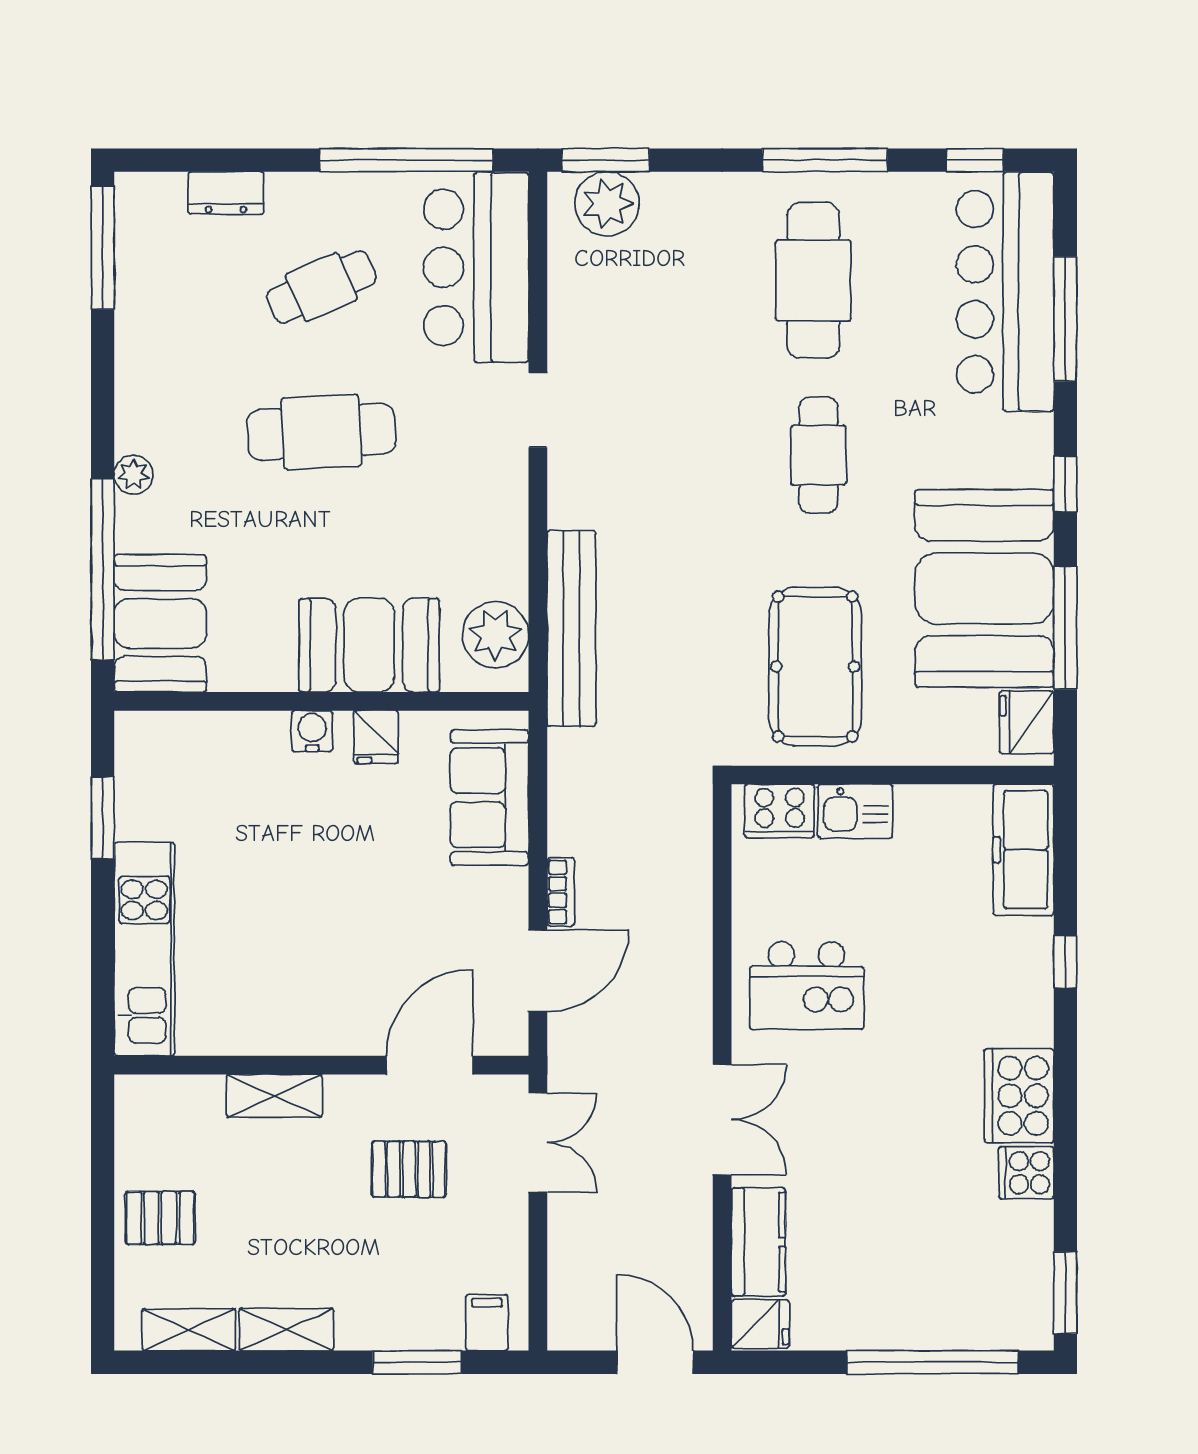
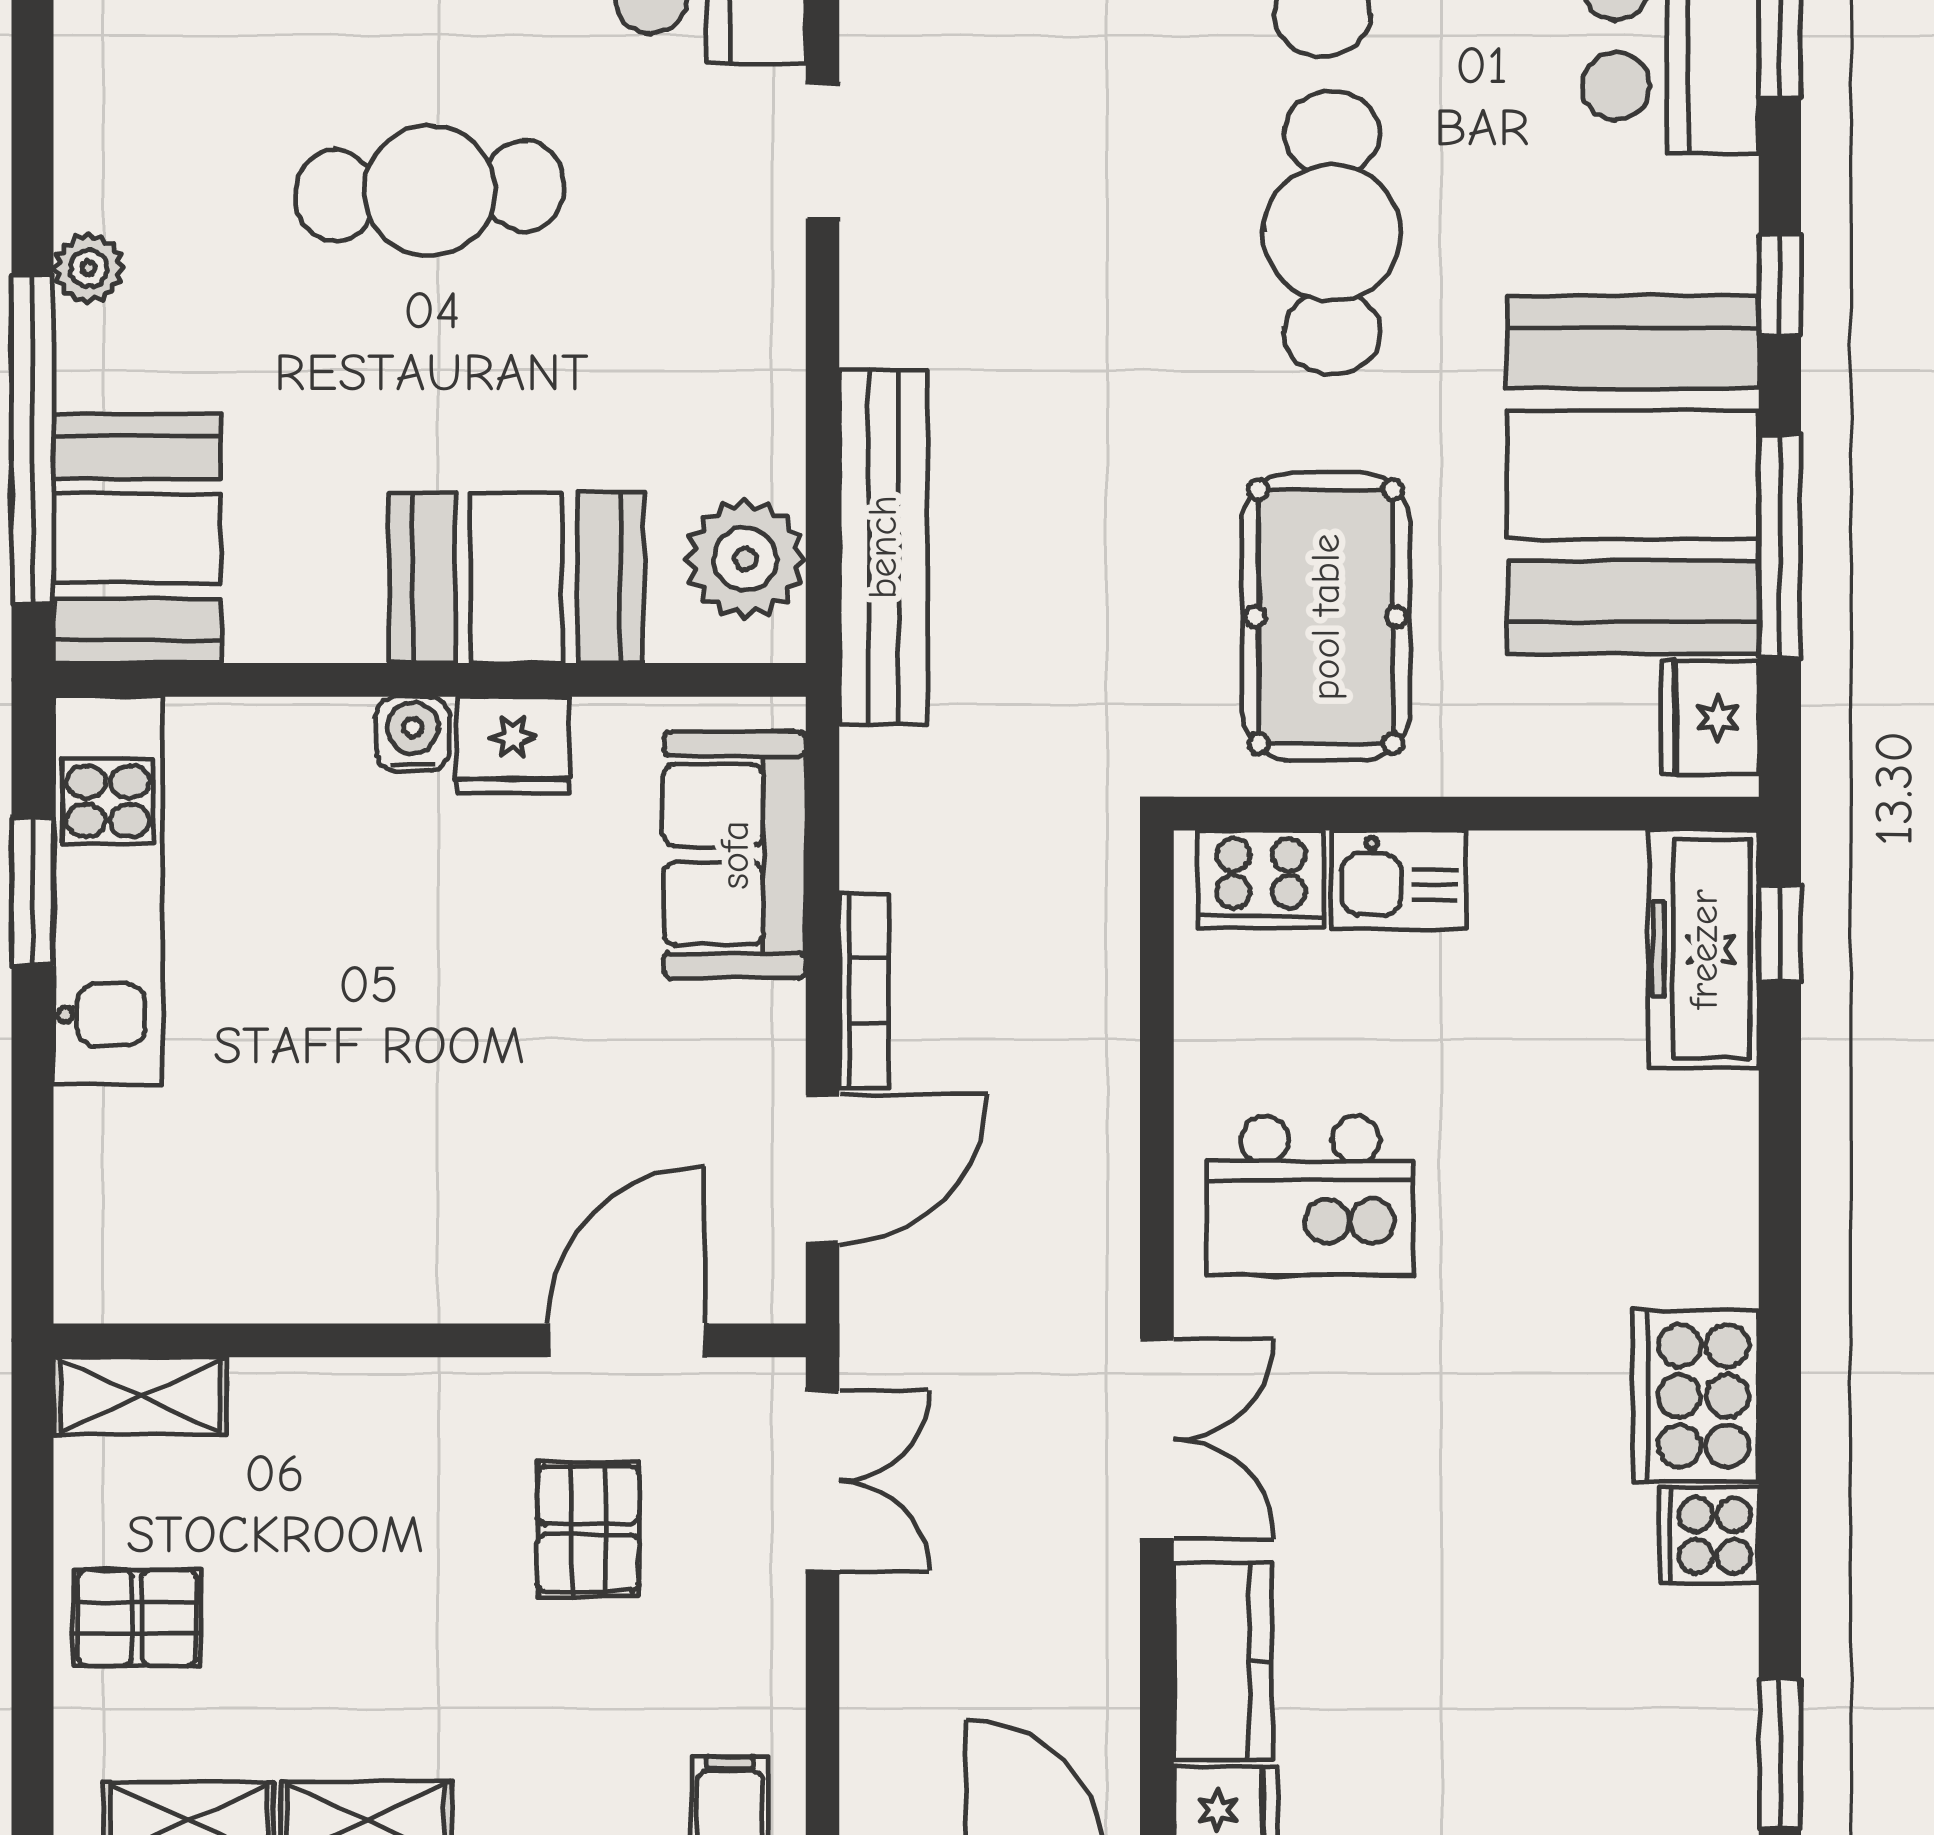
cafe table: (818, 455) -> (1332, 233), width x1.37, depth x1.35
fridge: (376, 737) -> (513, 745), width x1.38
bookcase: (561, 892) -> (864, 991), width x1.56
kitchen unit: (144, 949) -> (108, 891), moved
window: (1065, 962) -> (1780, 933), moved
shelving: (274, 1096) -> (140, 1396), moved
pallet: (409, 1169) -> (588, 1529), turned 90

